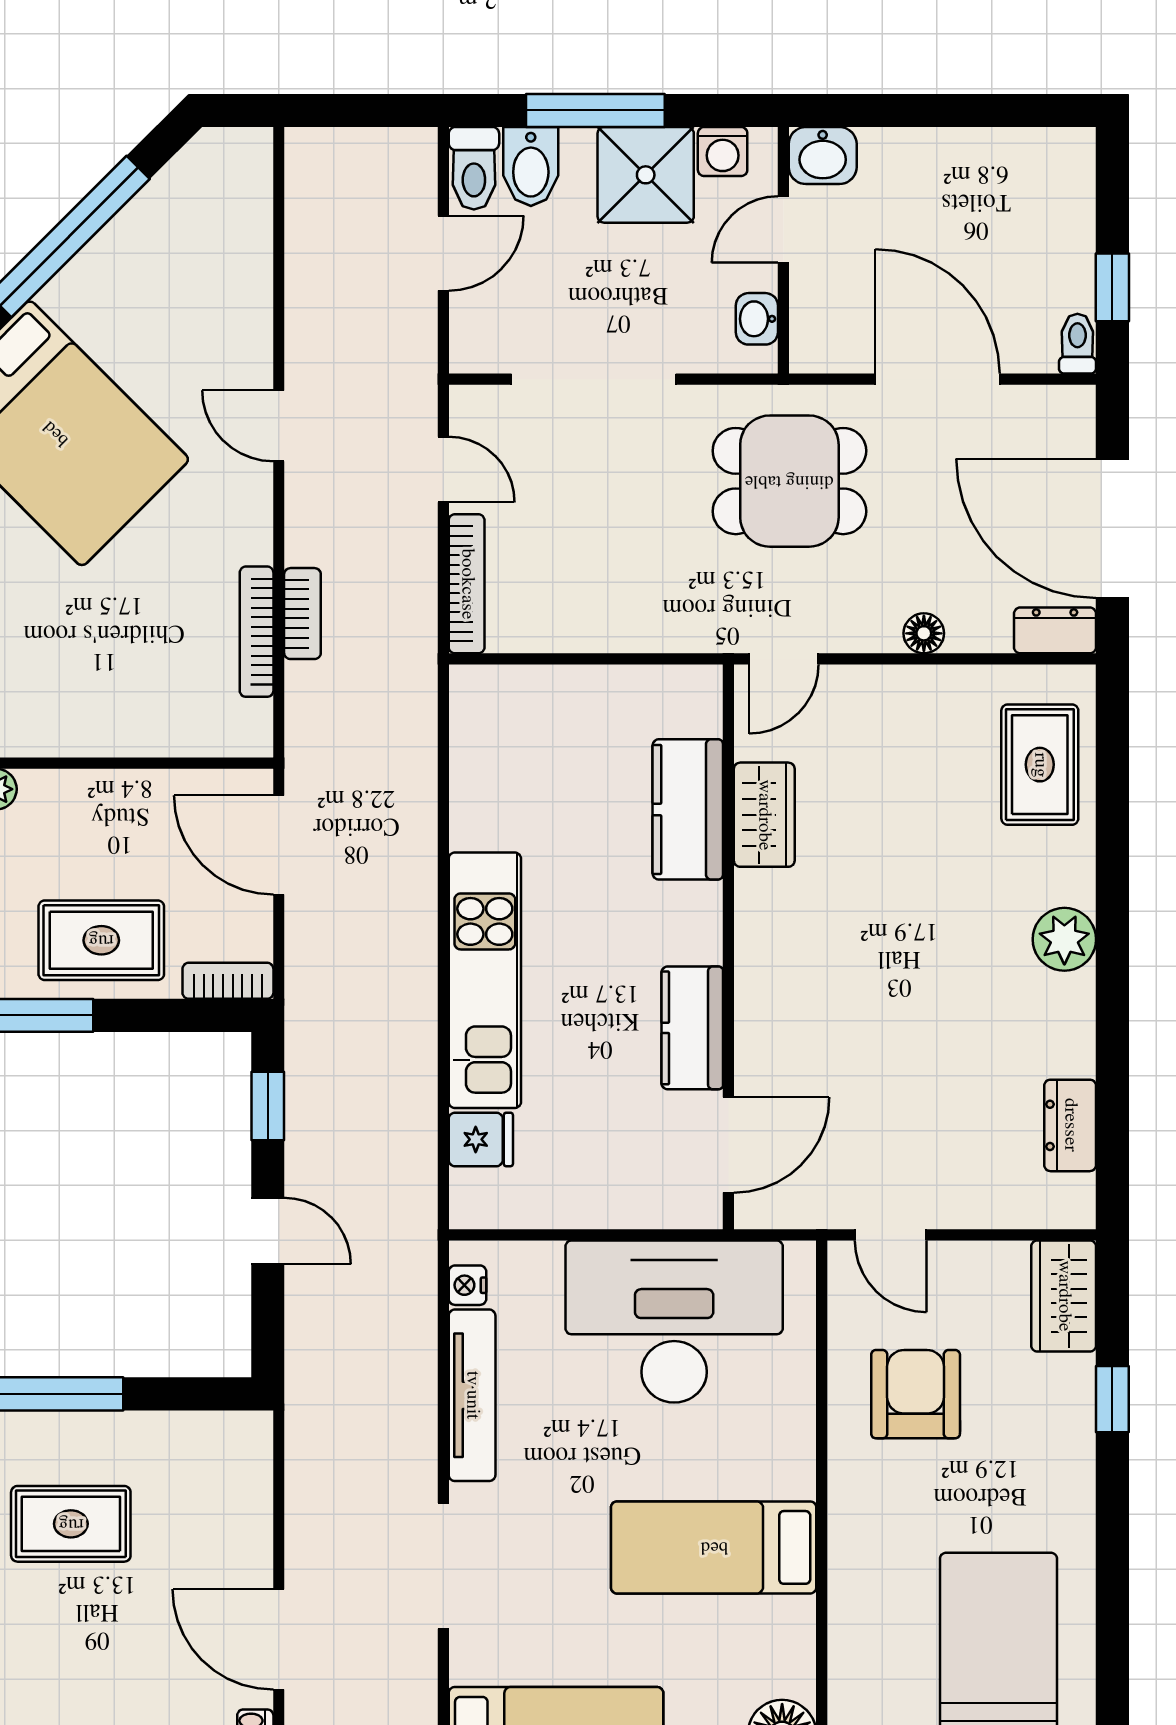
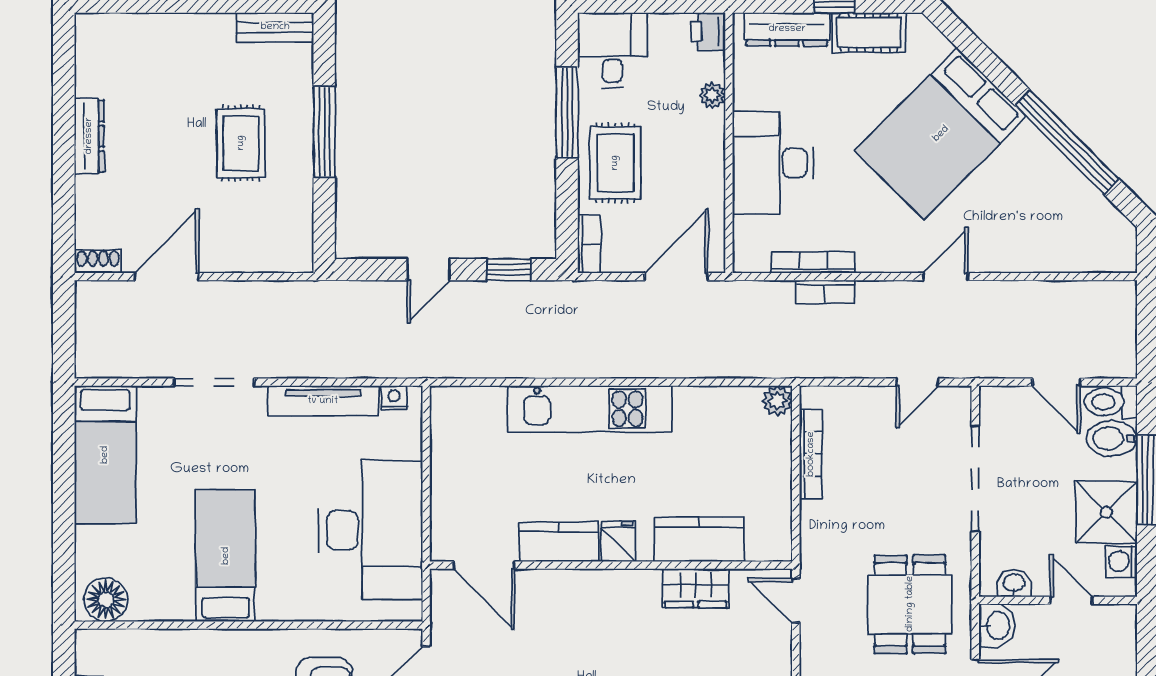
washbasin: (823, 156) -> (997, 626), moved, turned 180
bookcase: (467, 584) -> (811, 454), moved, turned -90
plant: (472, 688) -> (777, 401), added
desk: (102, 695) -> (773, 163), added
fridge: (481, 1139) -> (619, 541), moved, turned 180

